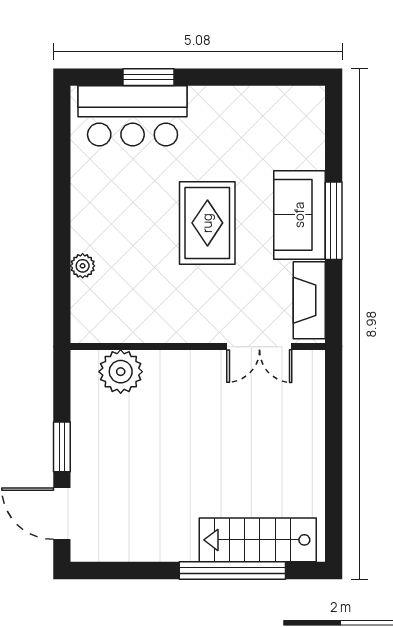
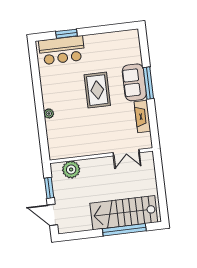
wall: (198, 347) -> (101, 156), moved
double door: (259, 347) -> (126, 153), moved
plant: (121, 372) -> (71, 169), moved
stairs: (258, 540) -> (124, 213), width x1.36, depth x1.51

